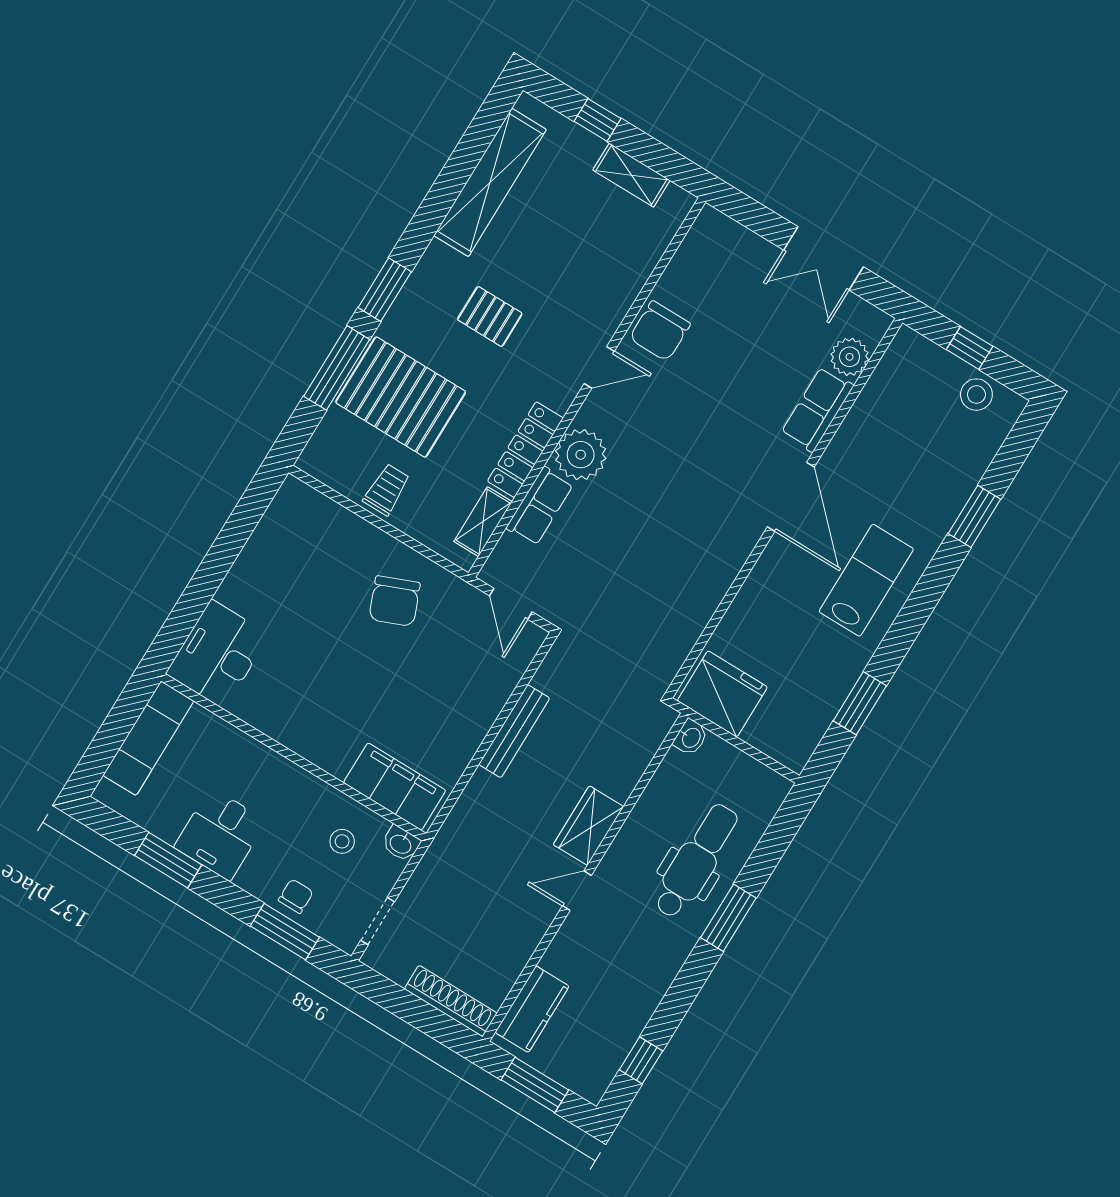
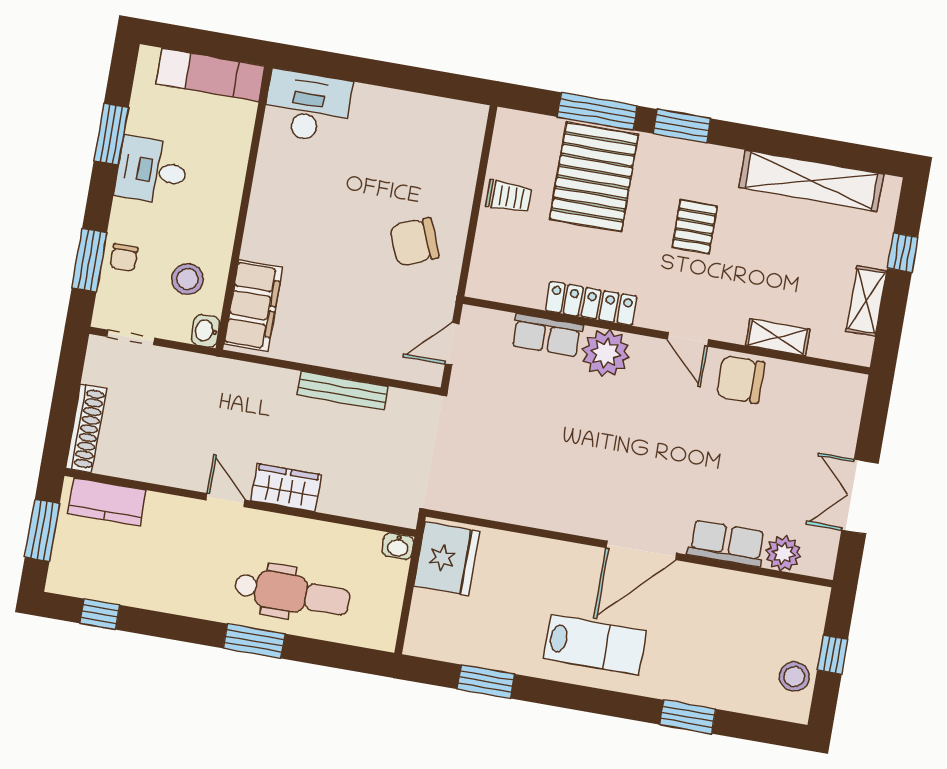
shelving: (483, 522) -> (778, 337), moved
stool: (342, 841) -> (187, 279), width x1.37, depth x1.37
chair: (296, 896) -> (124, 257), turned 90

